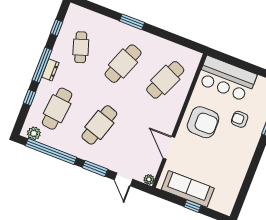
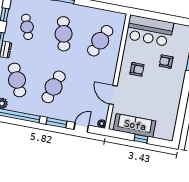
cafe table: (123, 64) -> (64, 34), turned -33
cafe table: (57, 109) -> (17, 80), turned -30
armchair: (203, 122) -> (137, 69), width x0.53, depth x0.53
door: (123, 179) -> (81, 127), swing flipped

